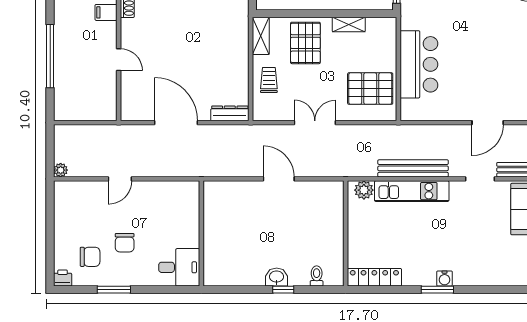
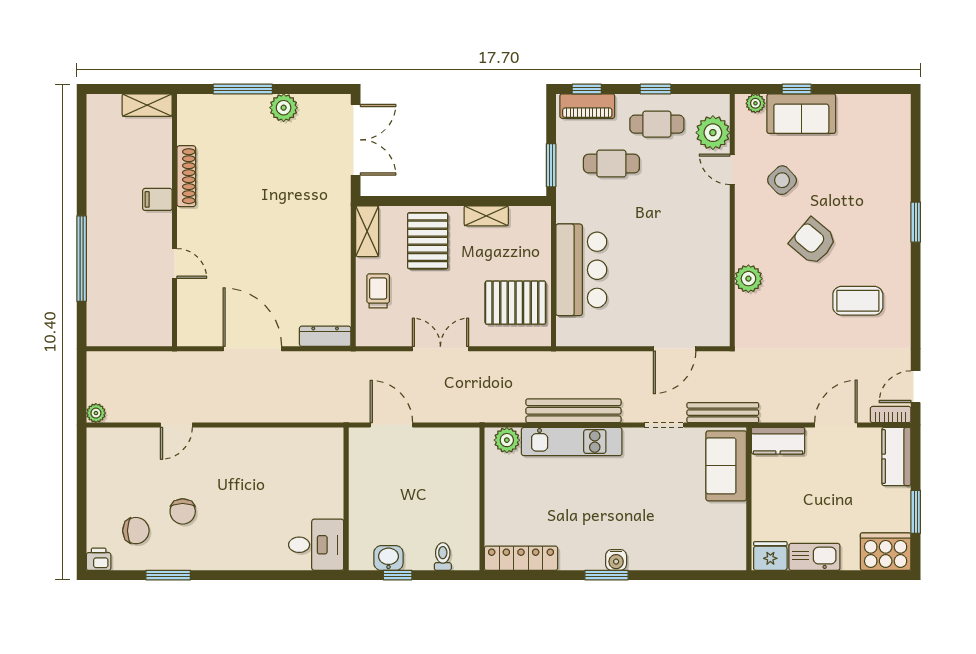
wall: (201, 233) -> (346, 499), moved
desk: (179, 267) -> (316, 545), moved

